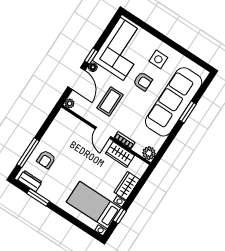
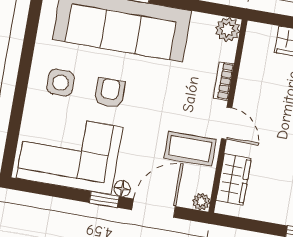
coffee table: (110, 101) -> (190, 149), moved
door: (103, 133) -> (227, 123), hinge flipped
wardrobe: (120, 154) -> (234, 179), moved

